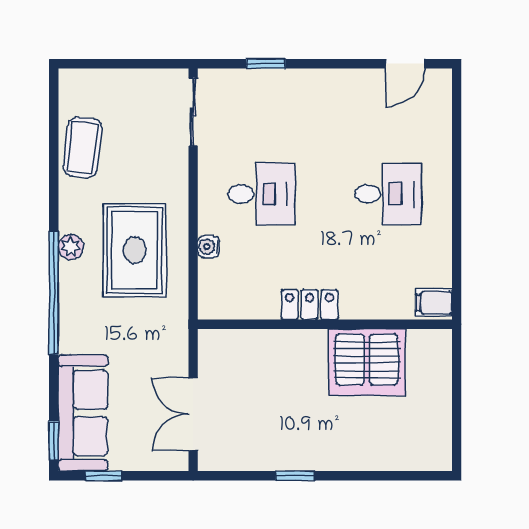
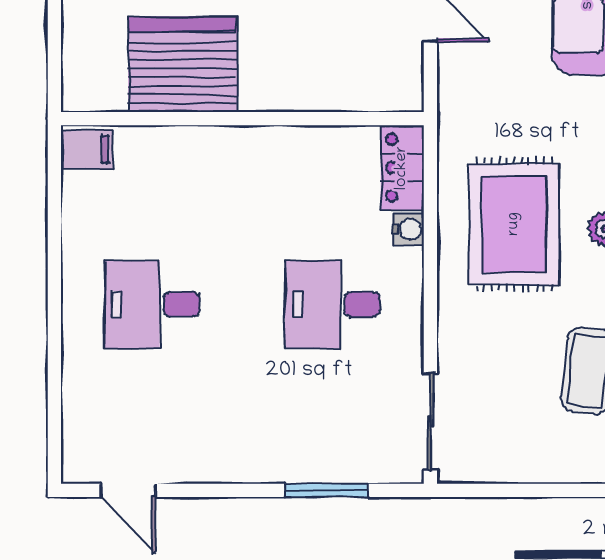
window: (266, 64) -> (327, 490), width x1.50
door: (405, 64) -> (128, 490), swing flipped
locker: (310, 305) -> (402, 168), moved, turned 90

